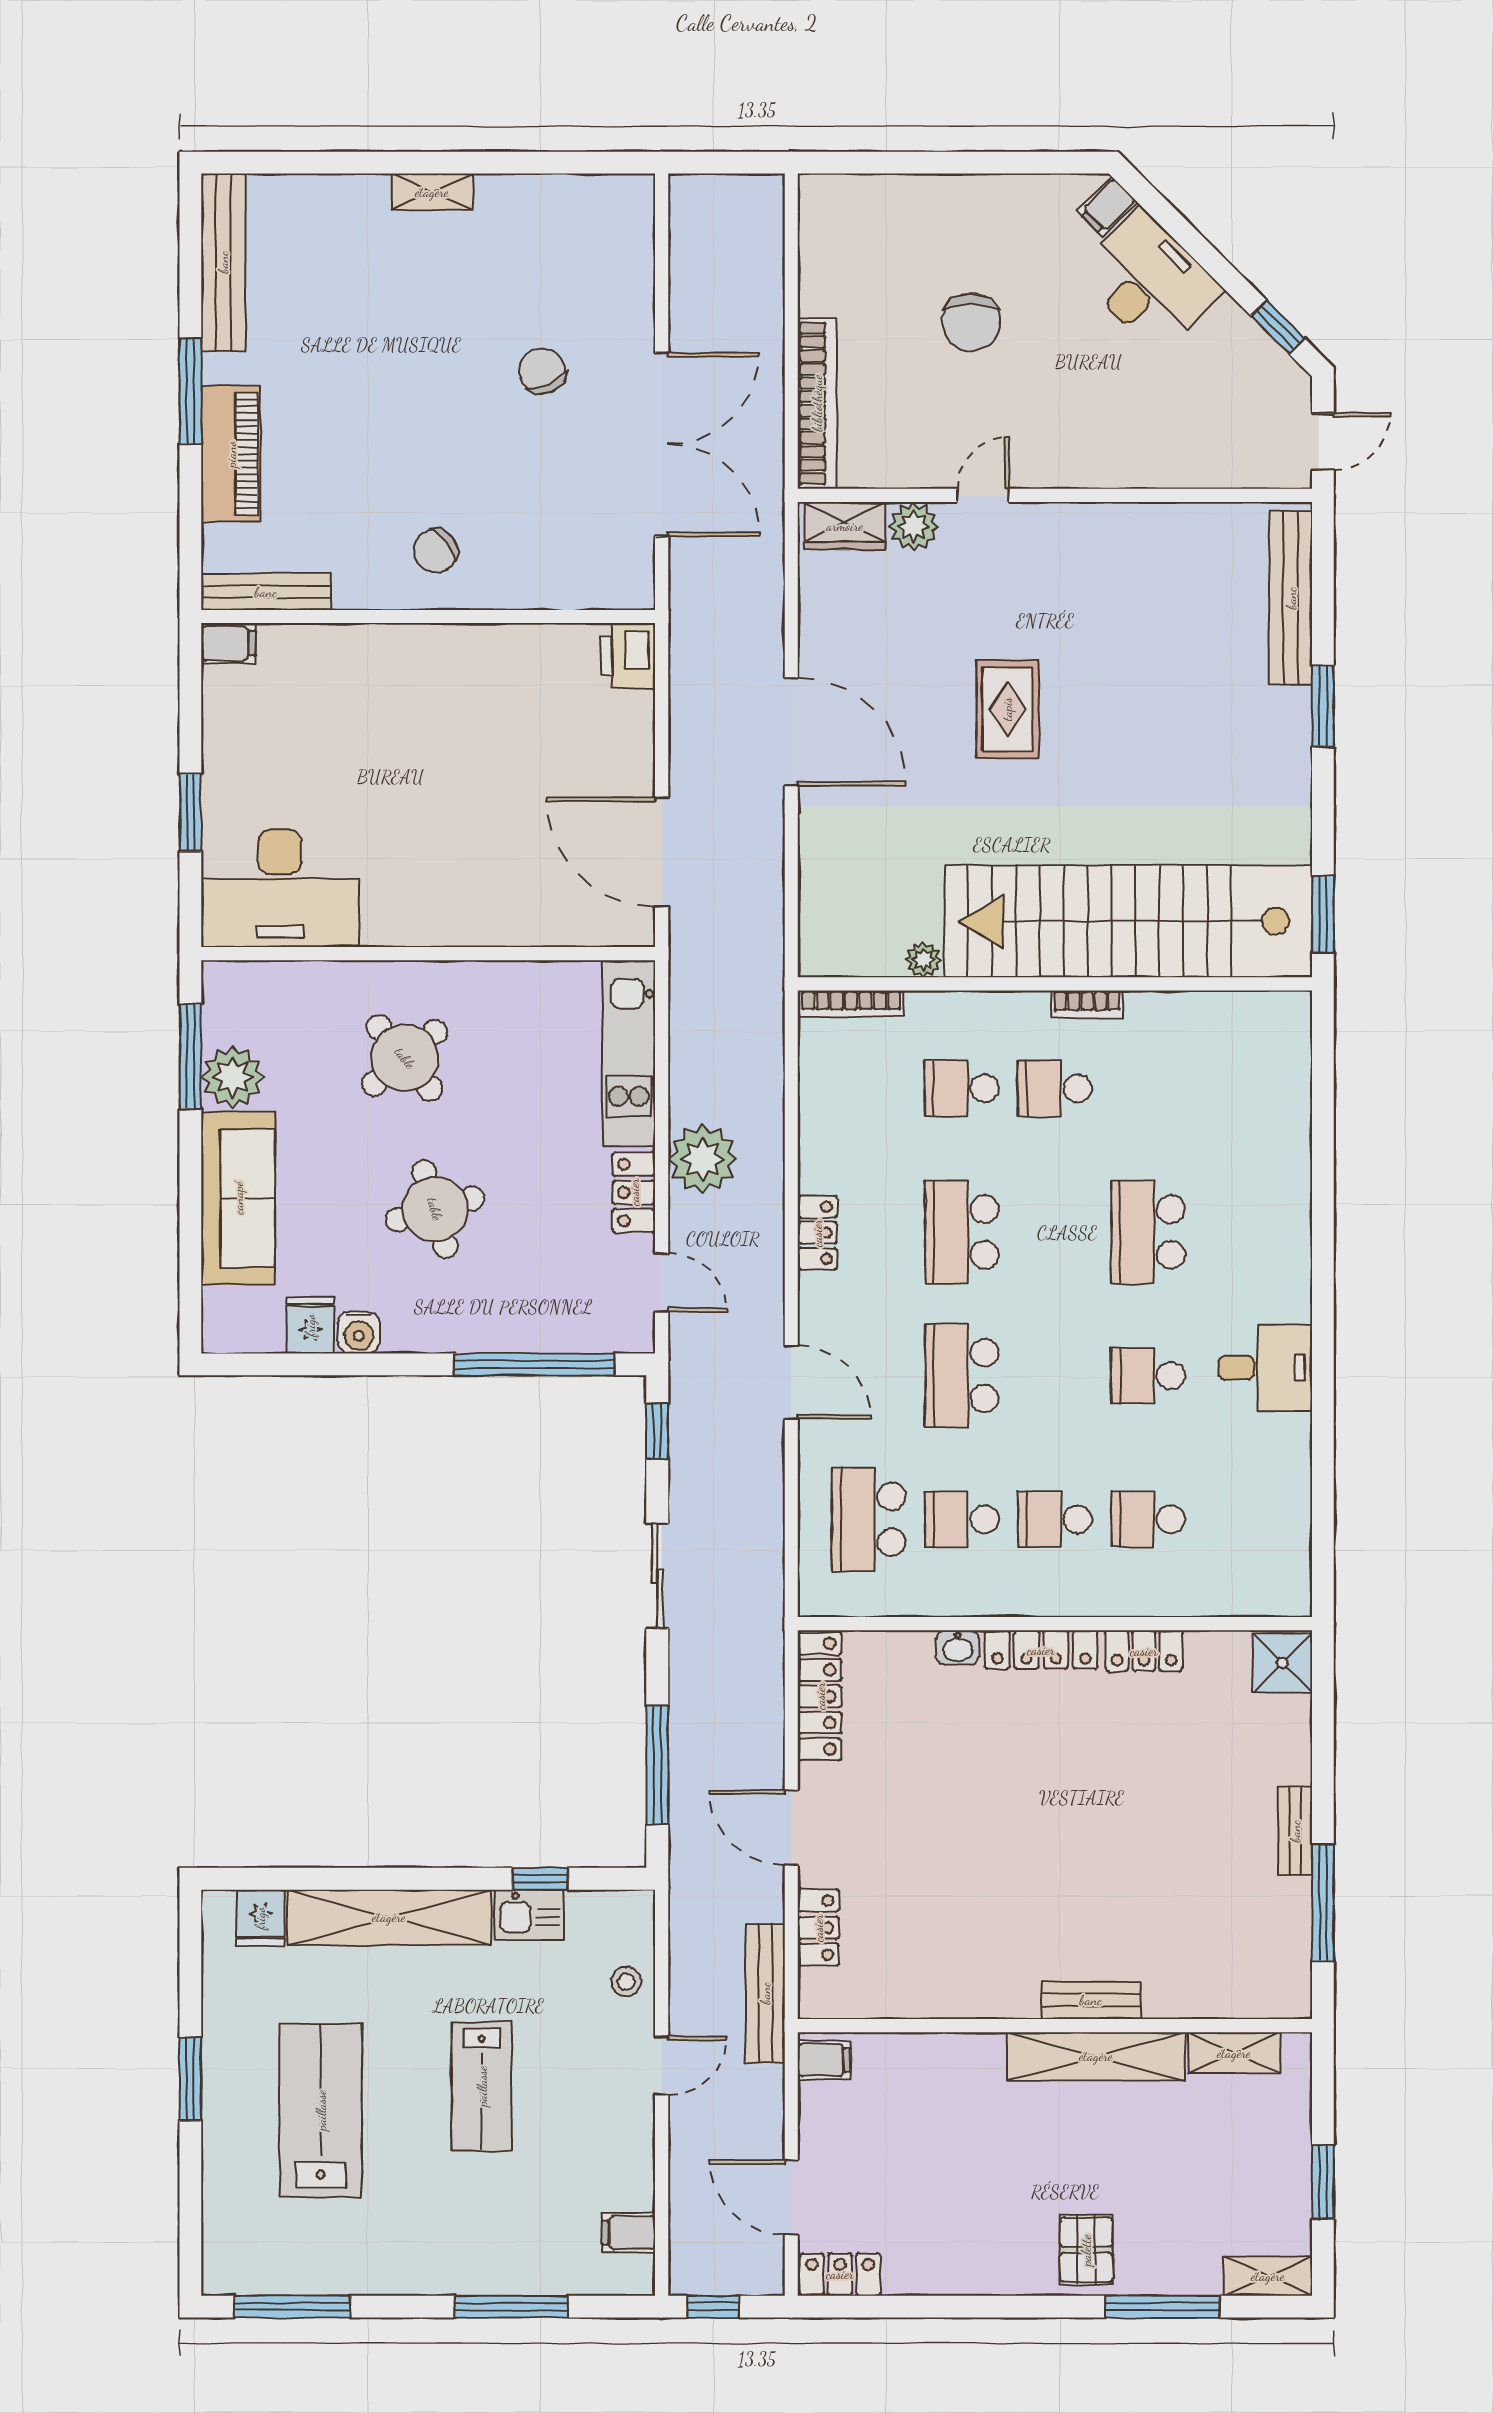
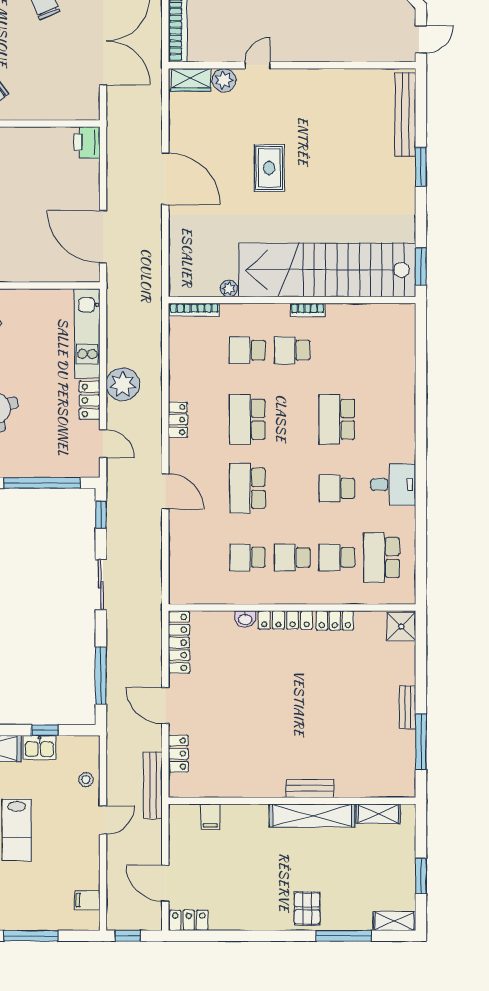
school desk: (869, 1519) -> (382, 557), moved
filing cabinet: (824, 2060) -> (210, 817), moved, turned 90

